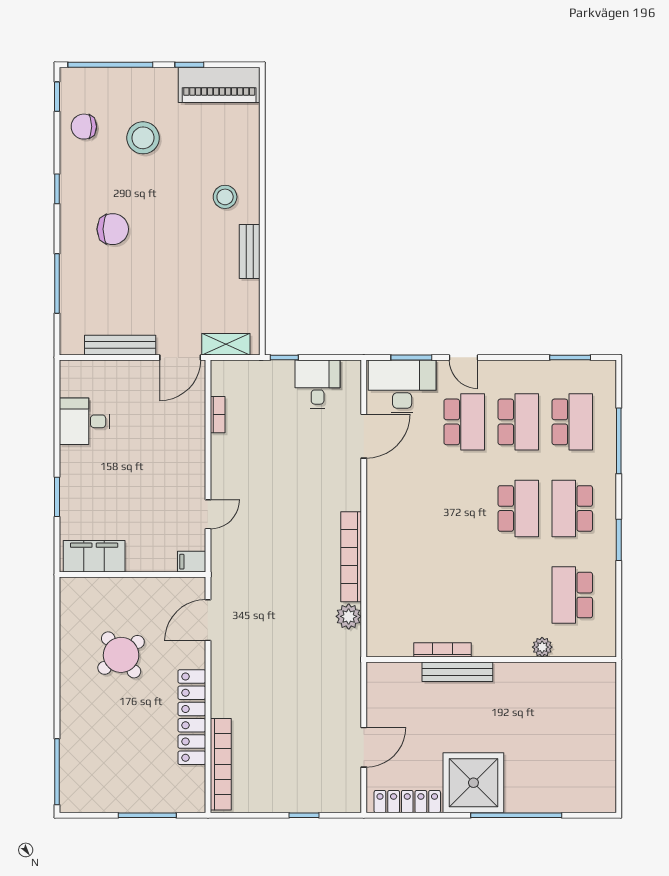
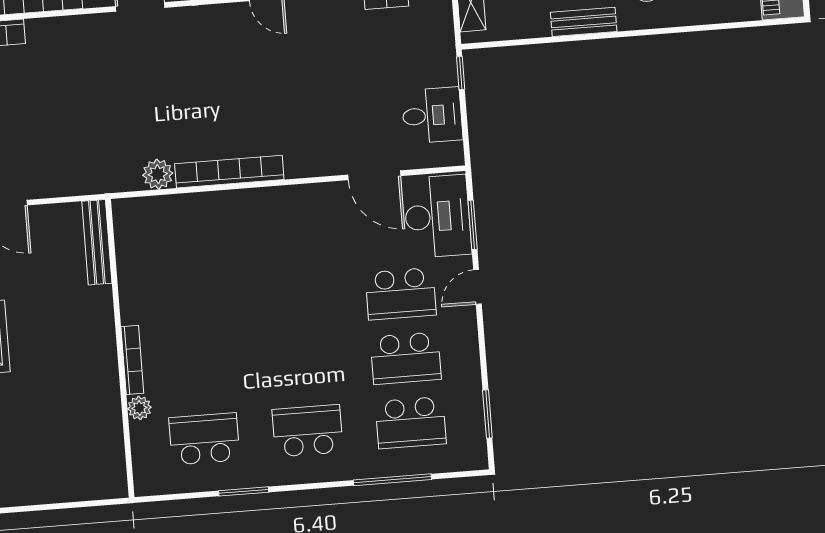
school desk: (518, 508) -> (302, 366), removed
window: (619, 540) -> (244, 491), moved
bookcase: (442, 650) -> (132, 360), moved
bench: (457, 672) -> (97, 242), moved

